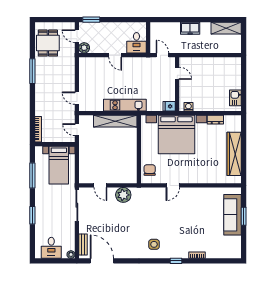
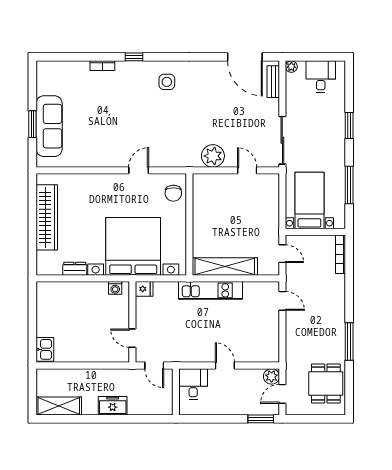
door: (77, 36) -> (282, 394), swing flipped
kitchen sink: (235, 98) -> (45, 349), moved

